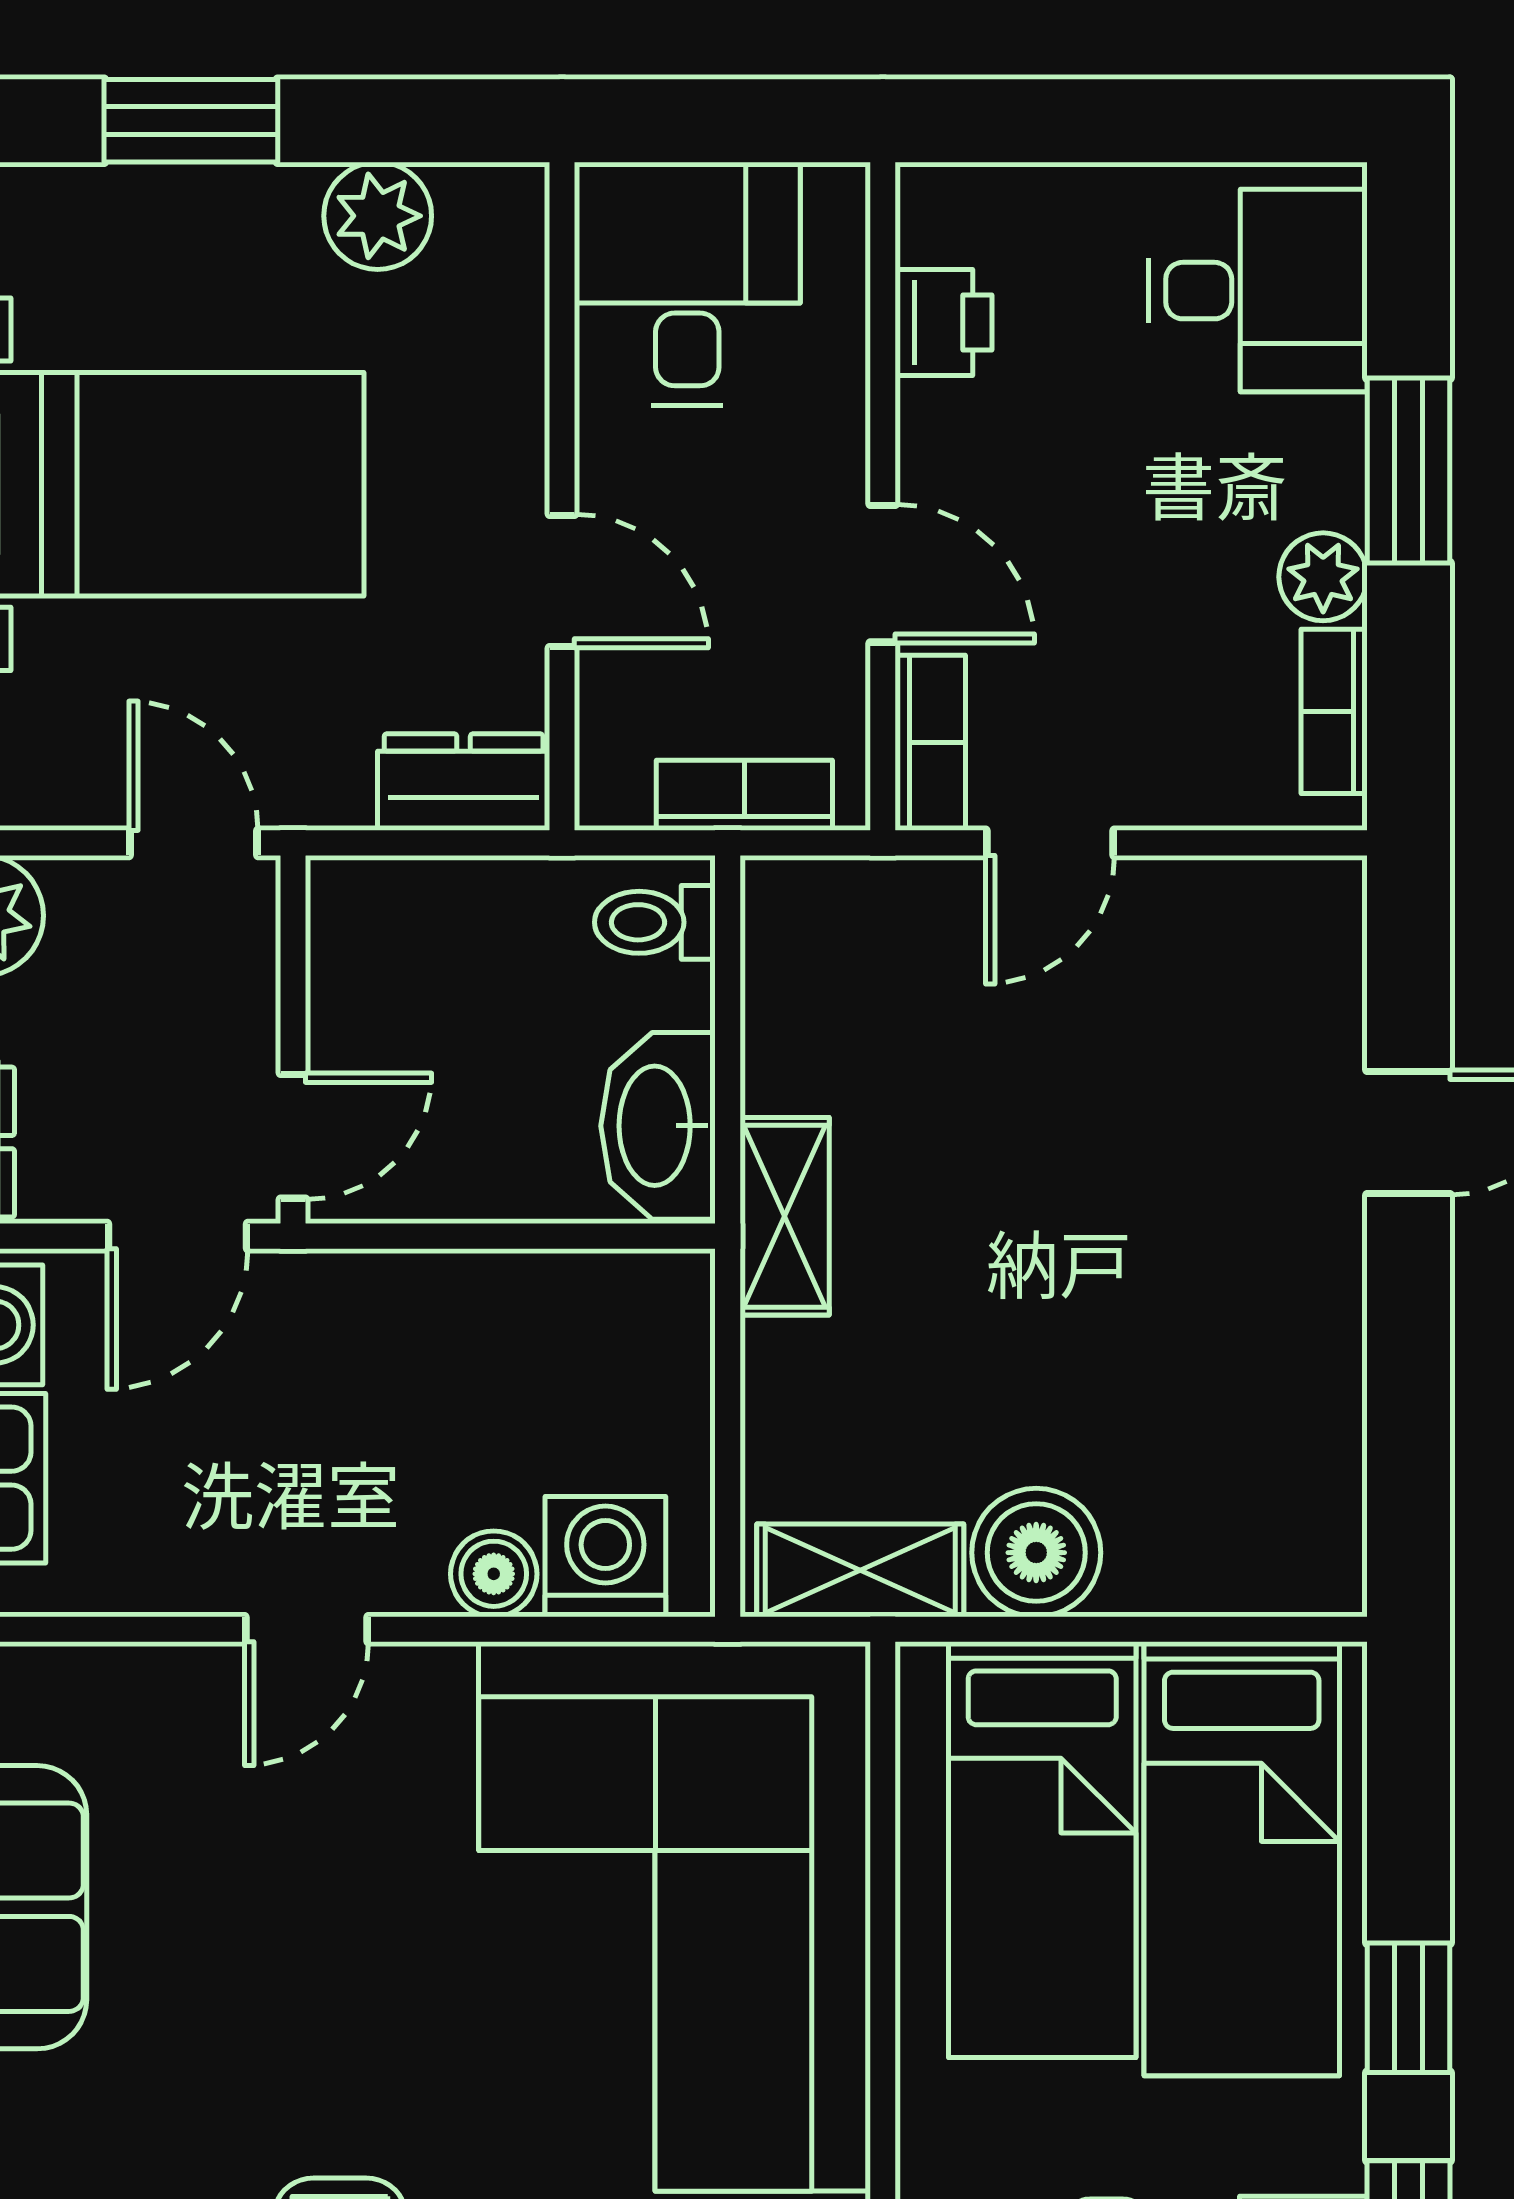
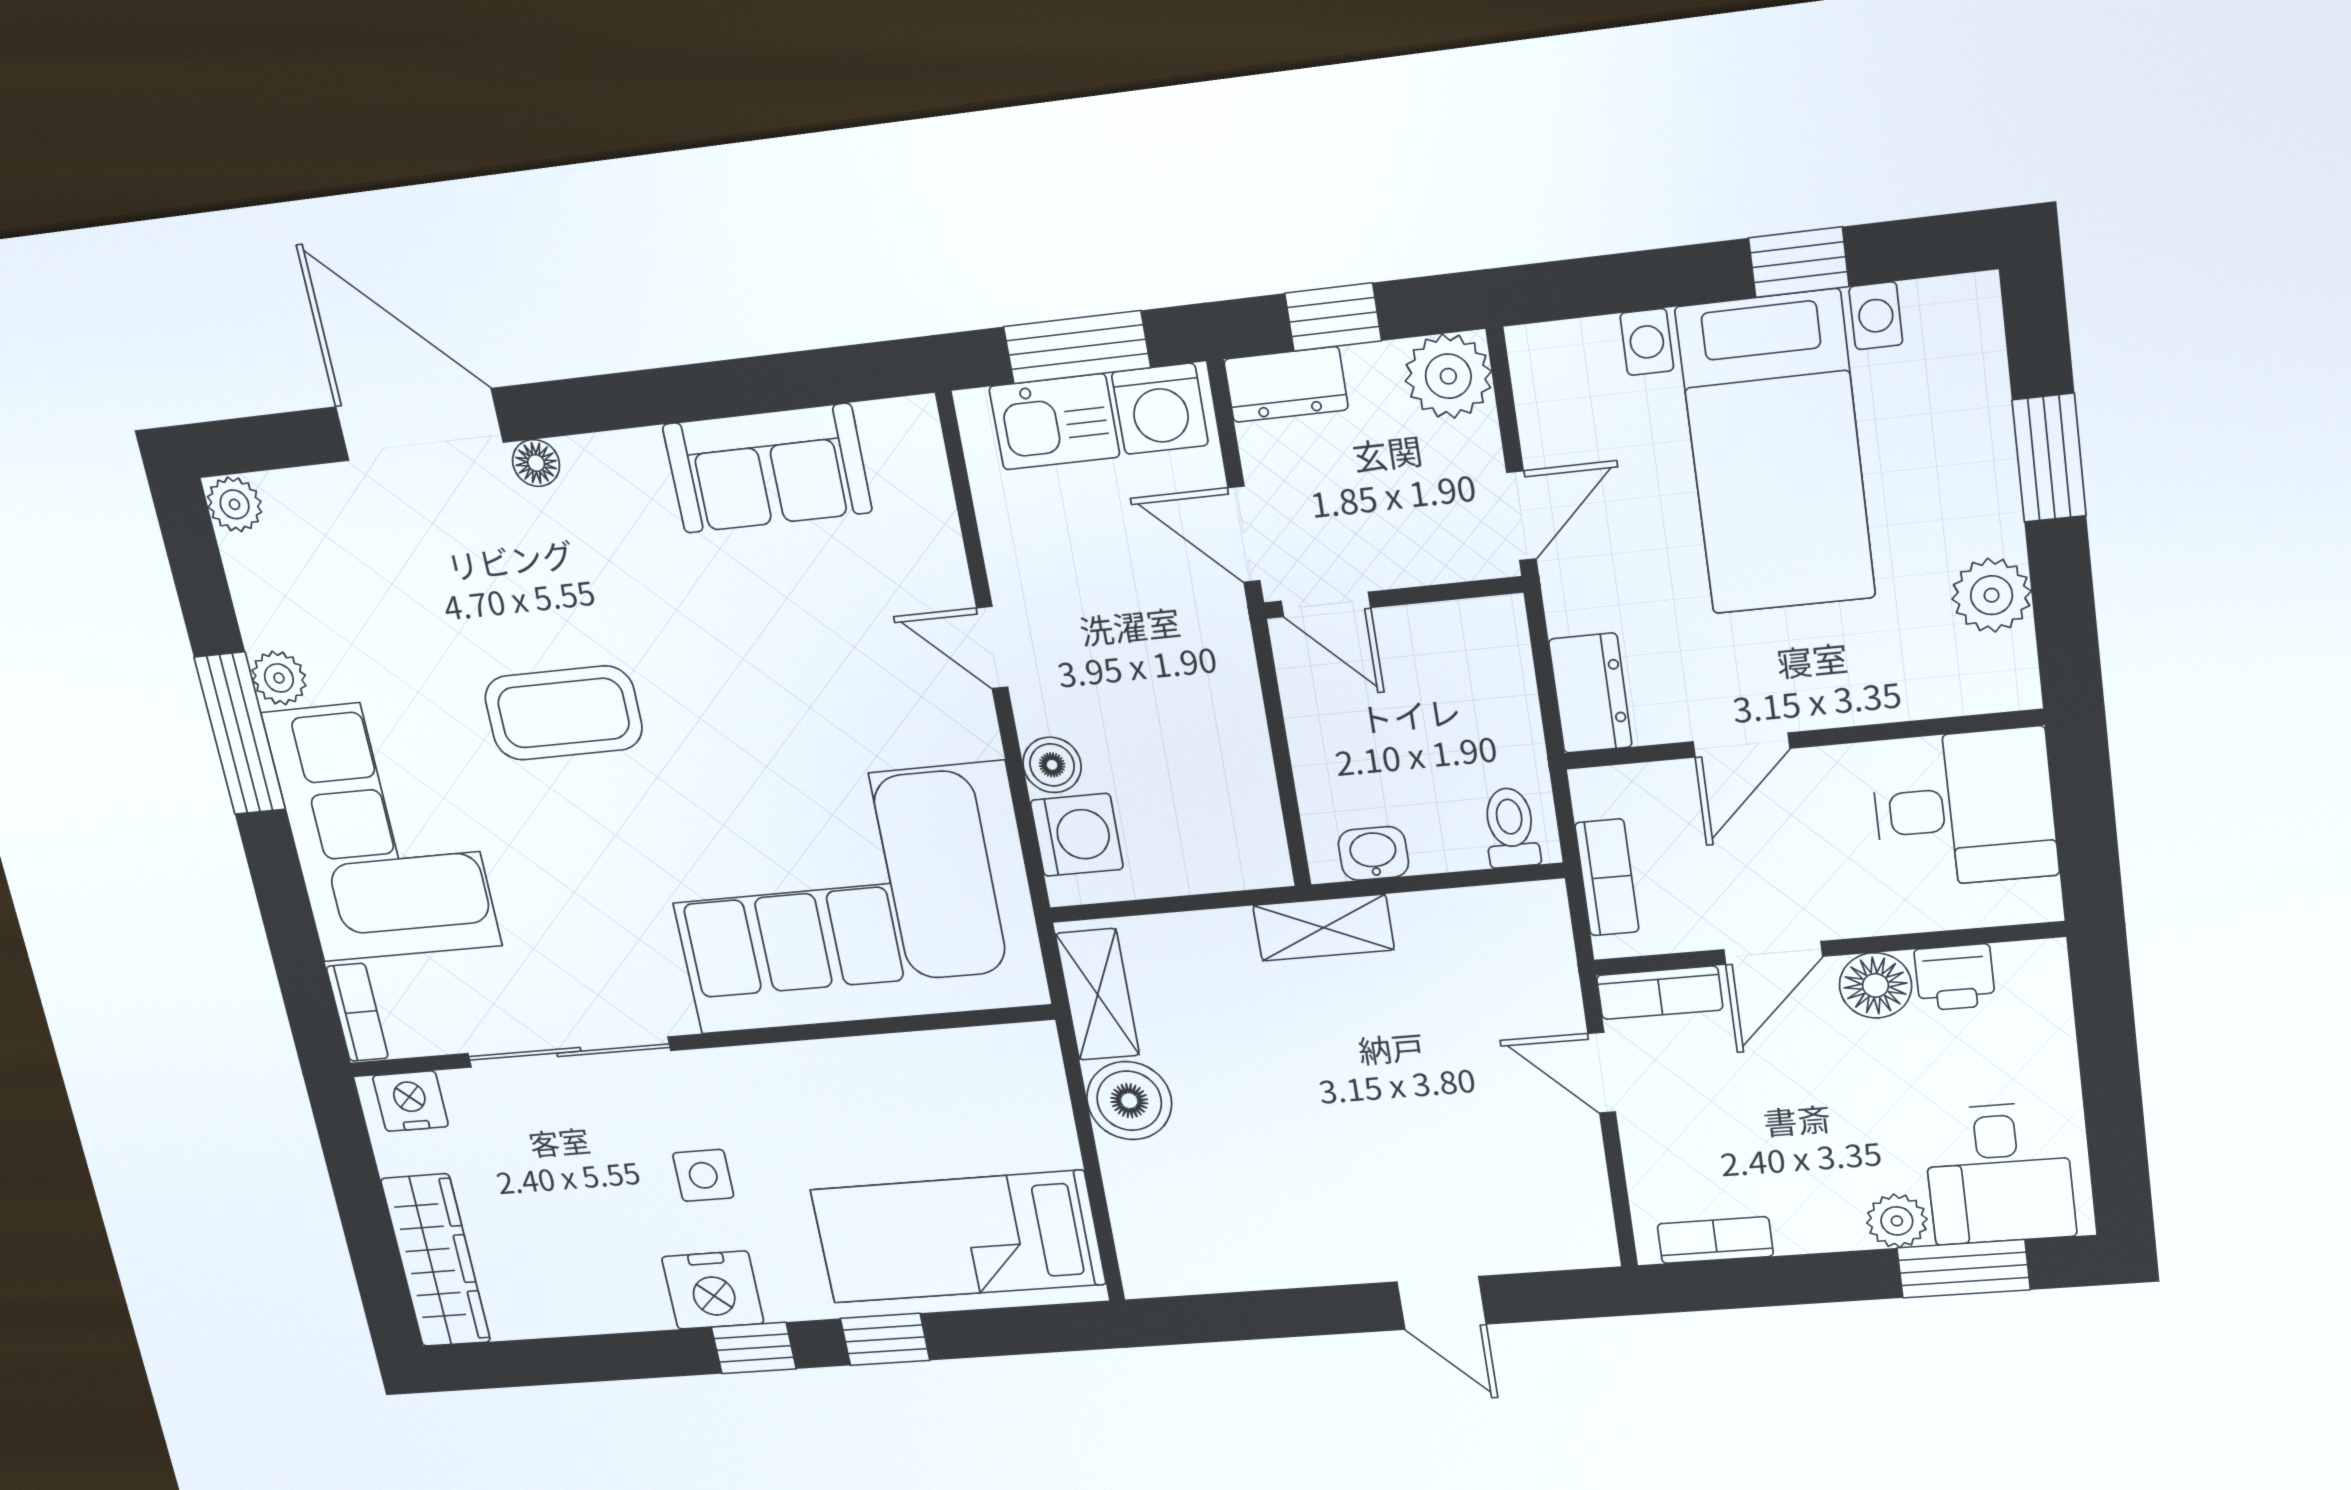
floor lamp: (946, 435) -> (1876, 985), added
window: (1408, 470) -> (1964, 1269), moved
plant: (1323, 577) -> (1897, 1221), moved
washbasin: (658, 1126) -> (1373, 853), width x0.52, depth x0.69
bed: (1042, 1850) -> (939, 1119), removed

